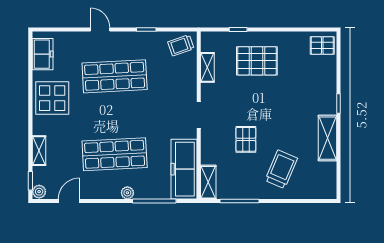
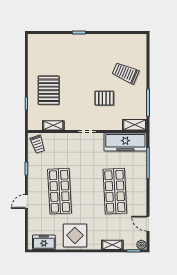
pallet: (322, 45) -> (38, 44), removed
shelving: (327, 138) -> (103, 40), removed
plant: (127, 193) -> (142, 182), removed

